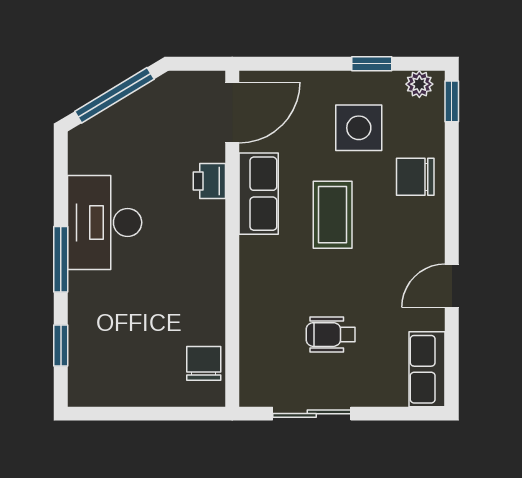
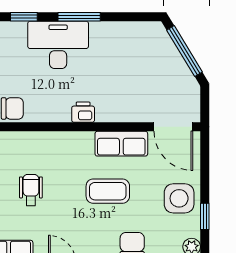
side table: (359, 128) -> (179, 198), moved
printer: (209, 181) -> (83, 112), moved
desk: (105, 222) -> (58, 45), moved

